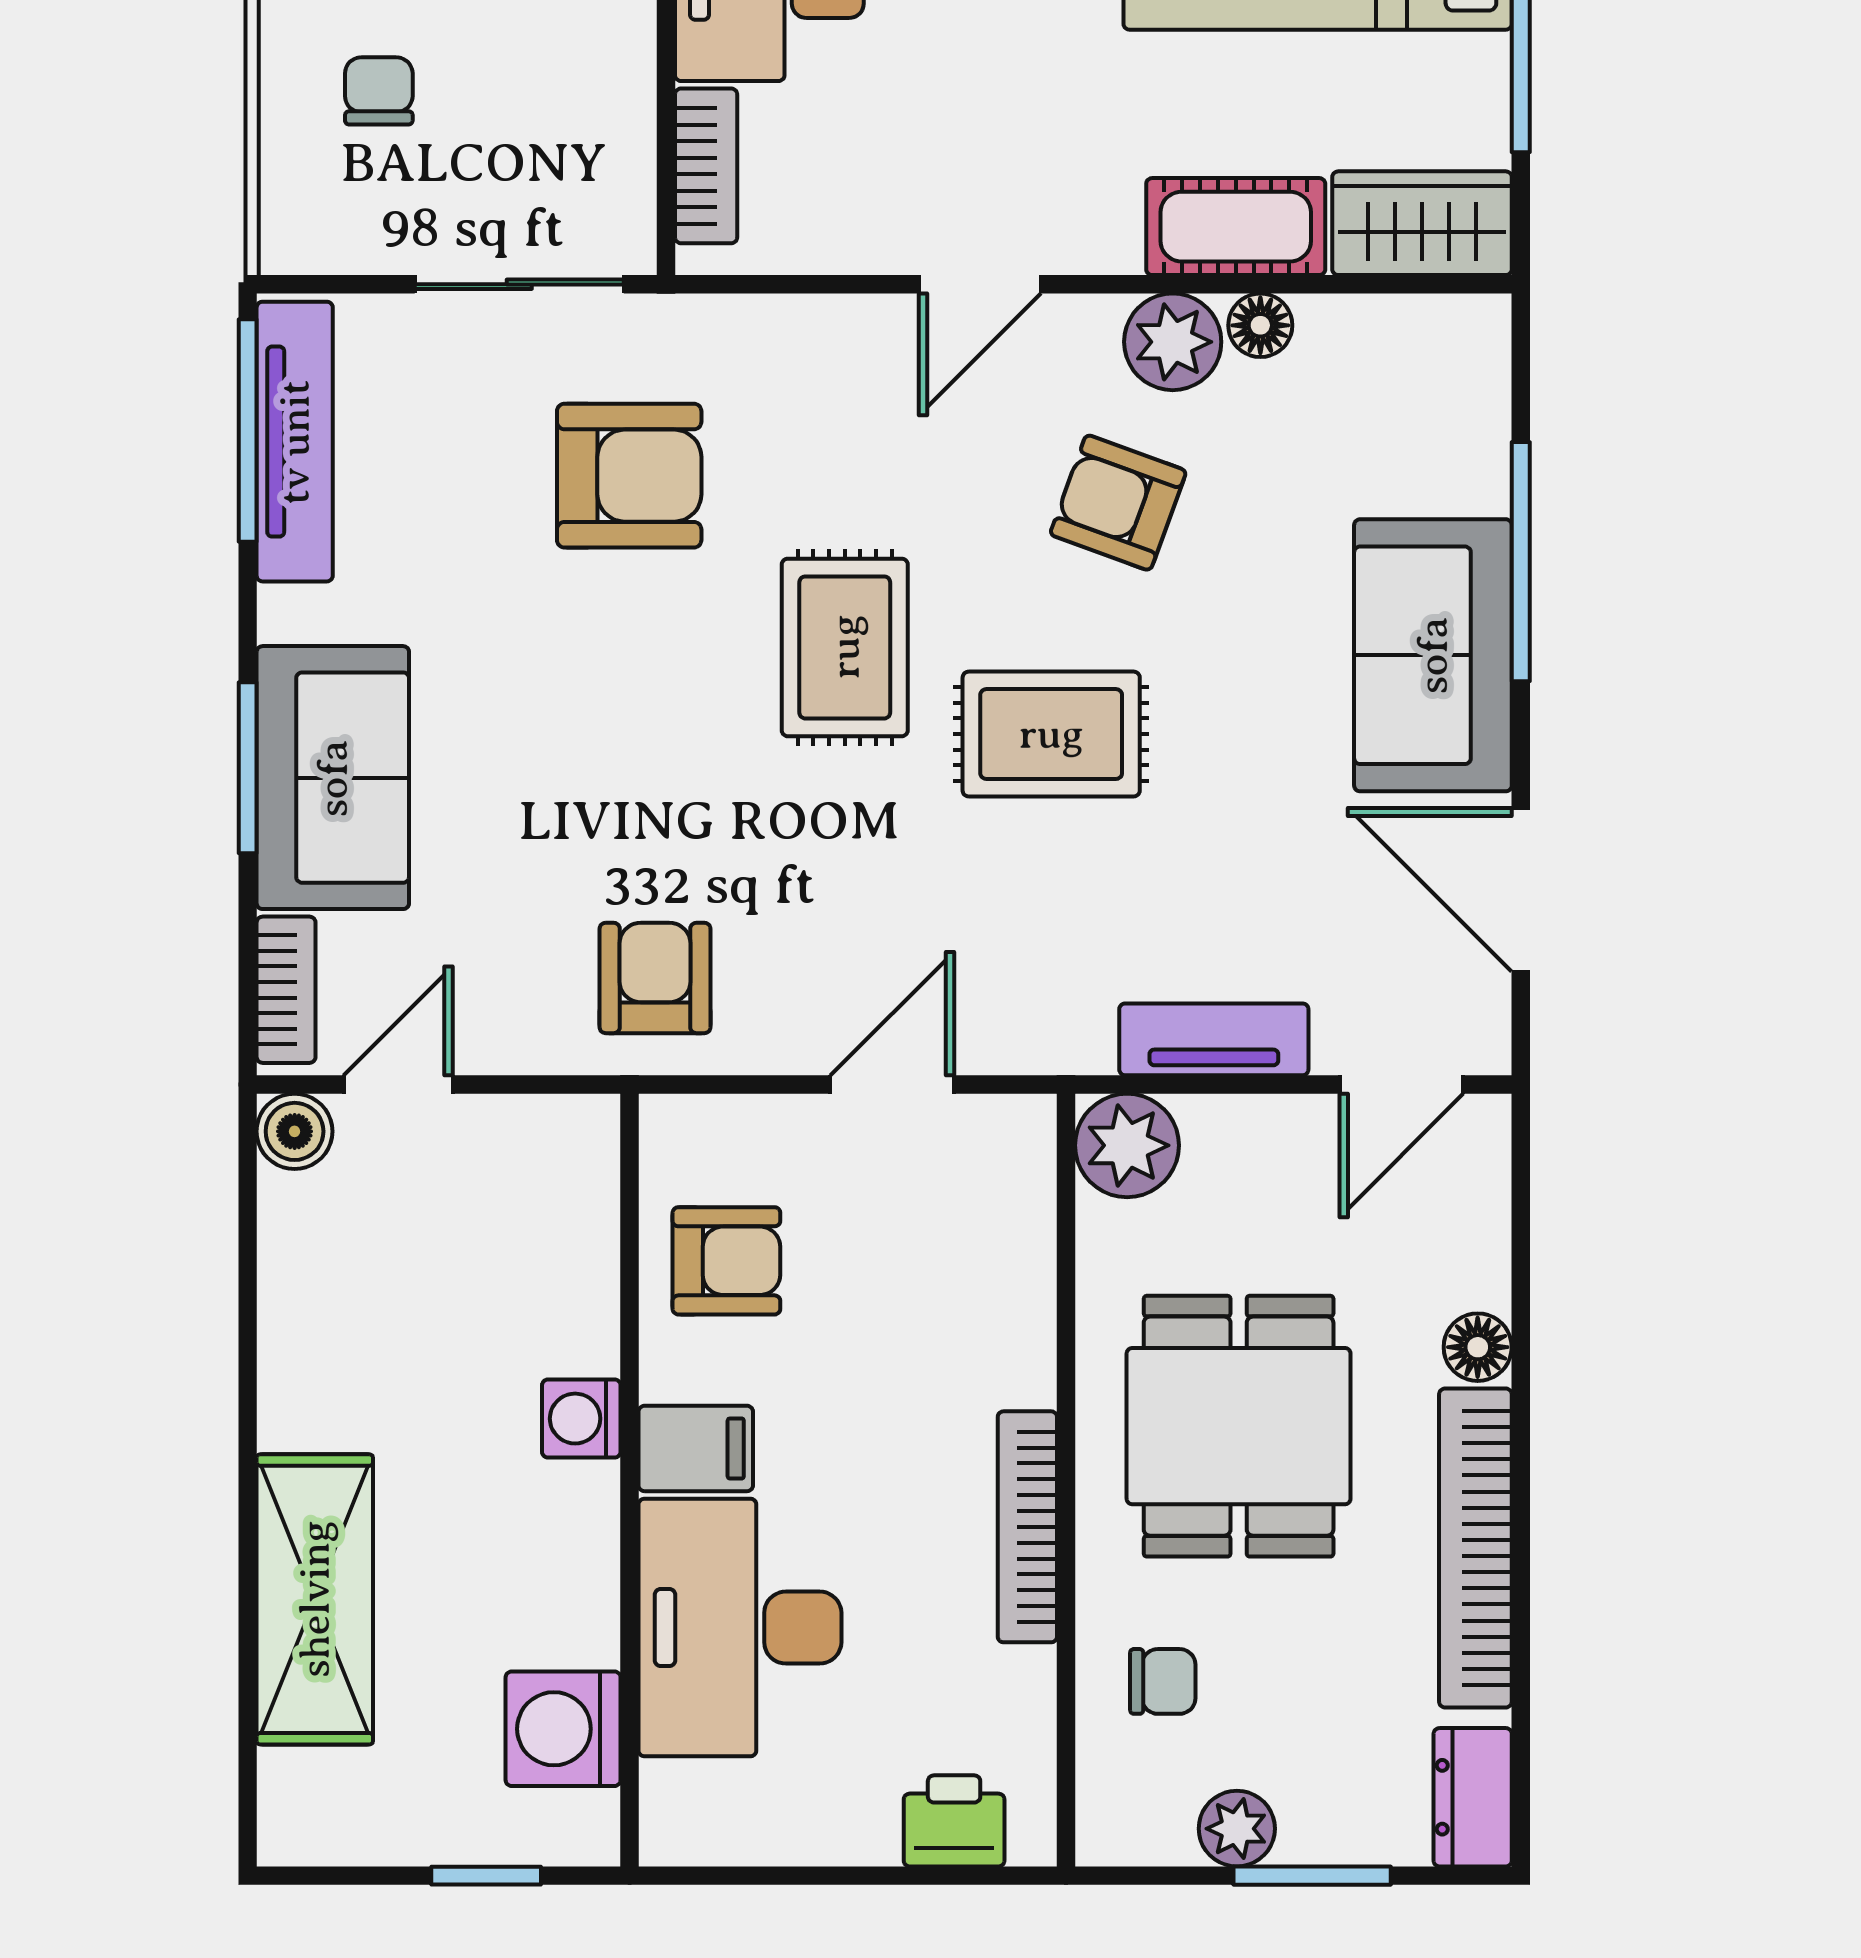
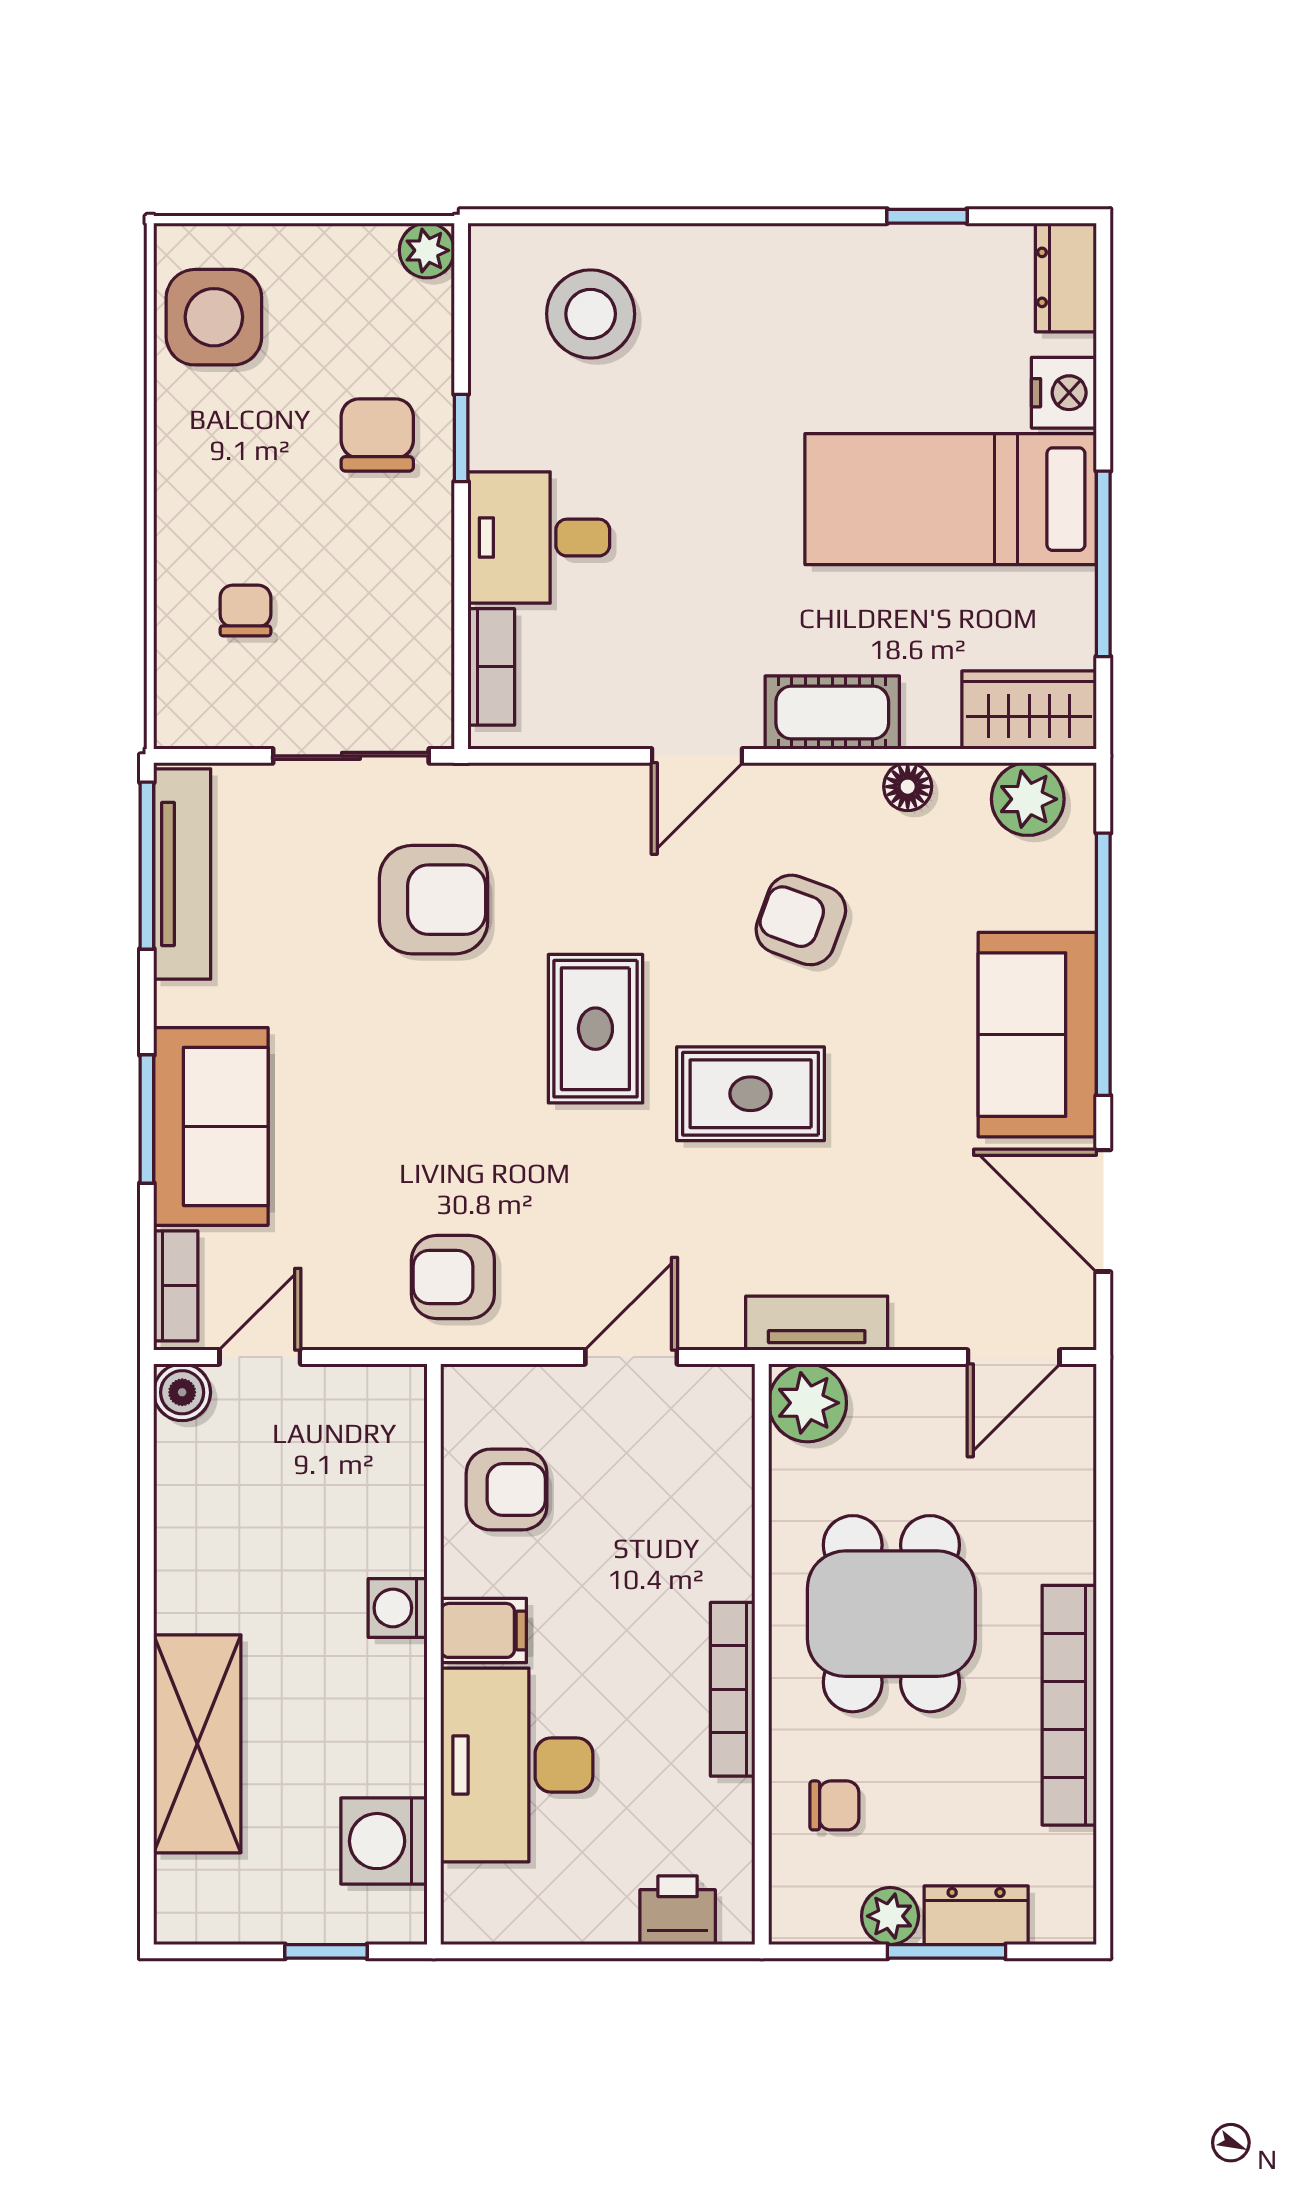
cot: (1236, 227) -> (832, 713), moved
plant: (1173, 342) -> (1028, 799), moved
window: (1521, 562) -> (1103, 964), width x1.46
armchair: (655, 978) -> (453, 1277), turned -90
tv unit: (1214, 1039) -> (817, 1323), moved
floor lamp: (1478, 1347) -> (1071, 1554), removed
dresser: (1473, 1797) -> (976, 1915), moved, turned 90

